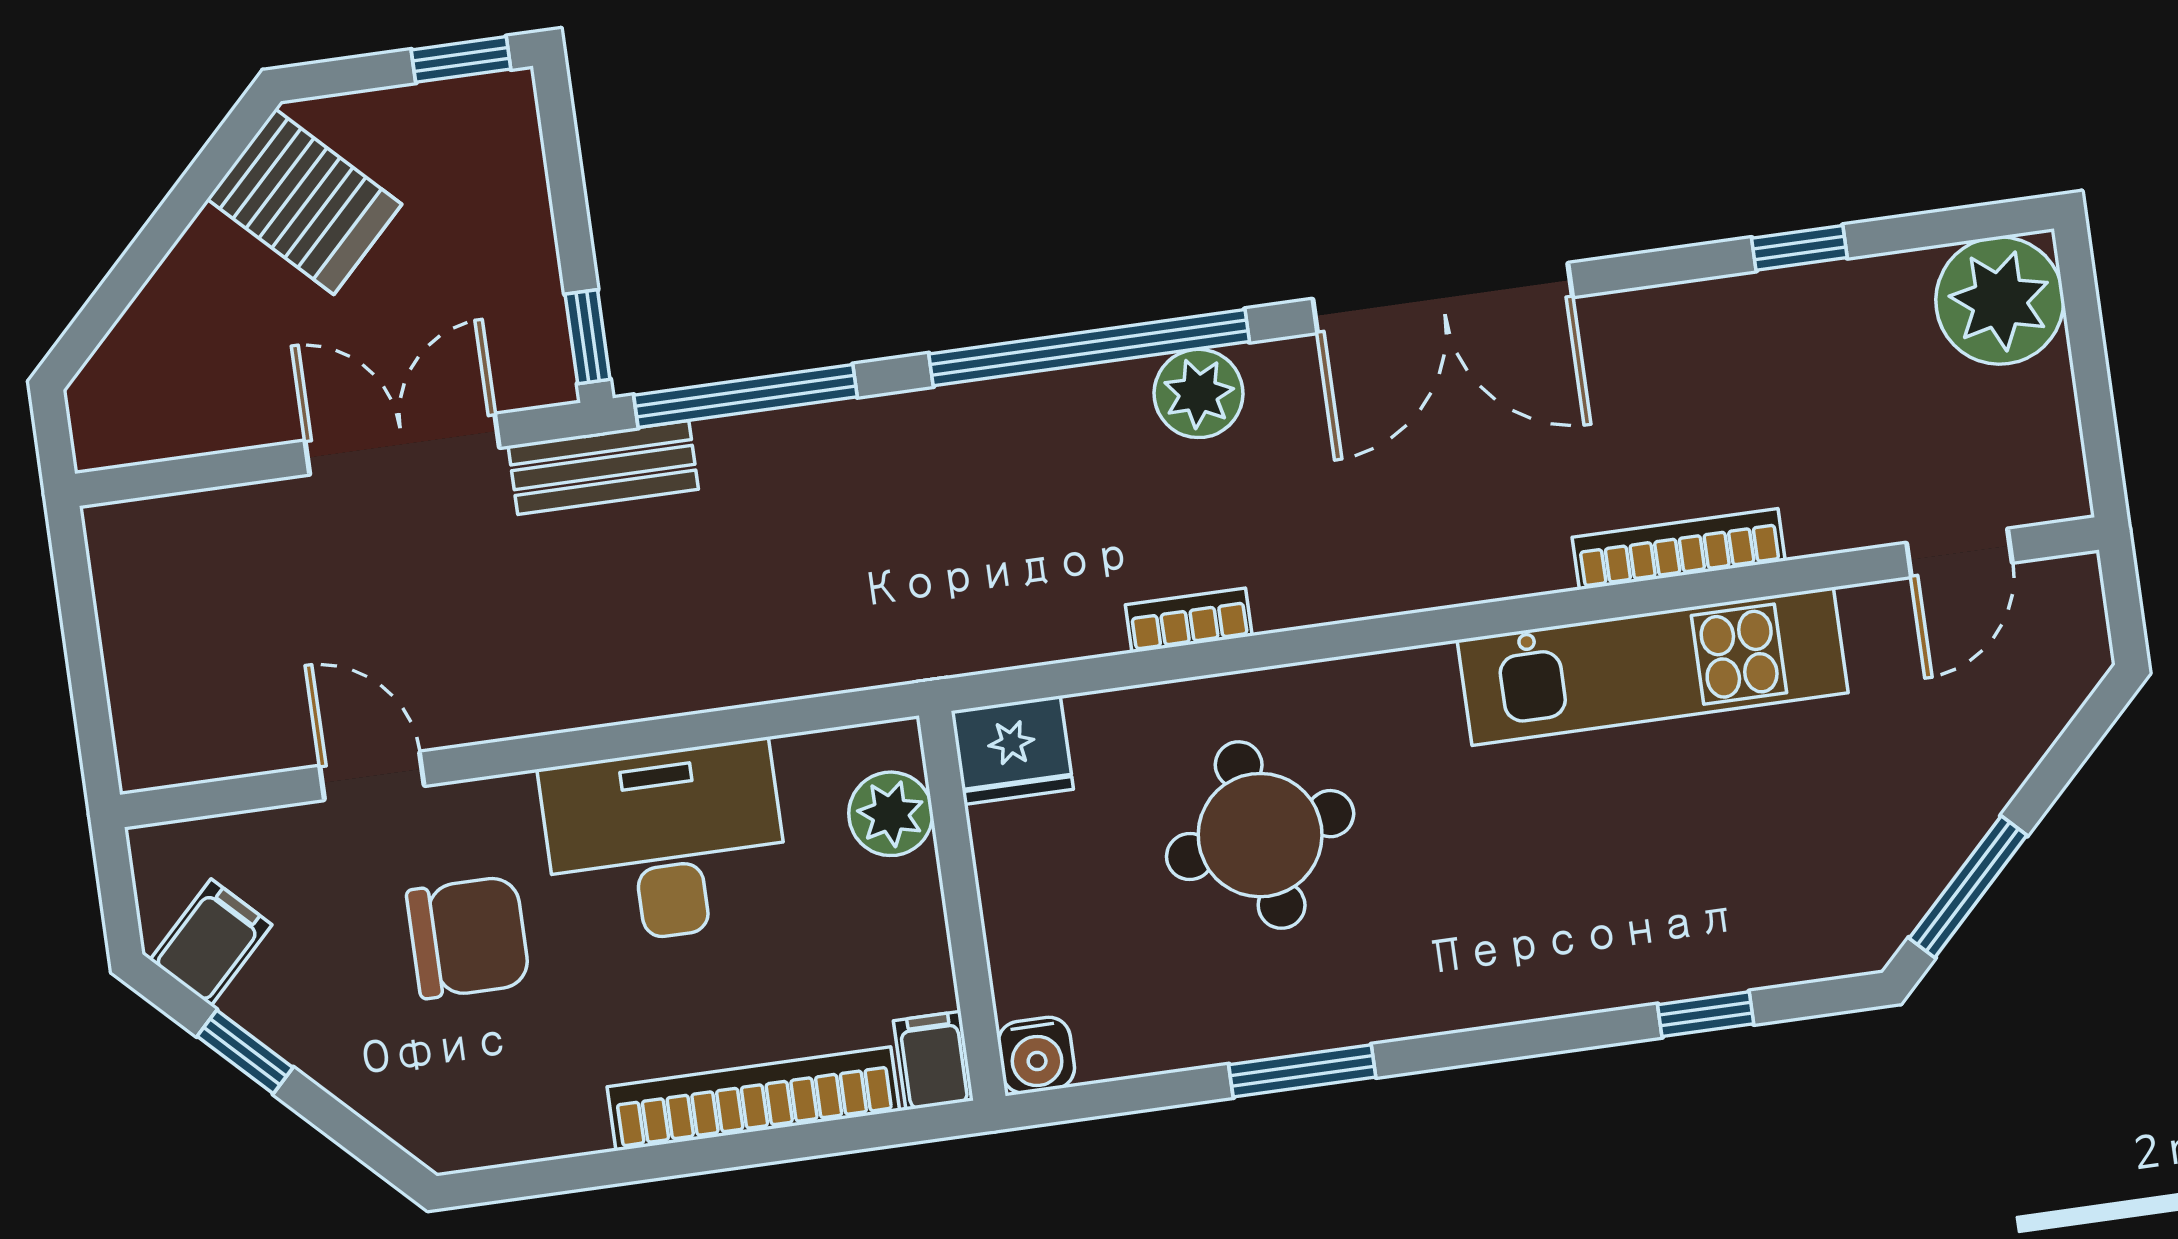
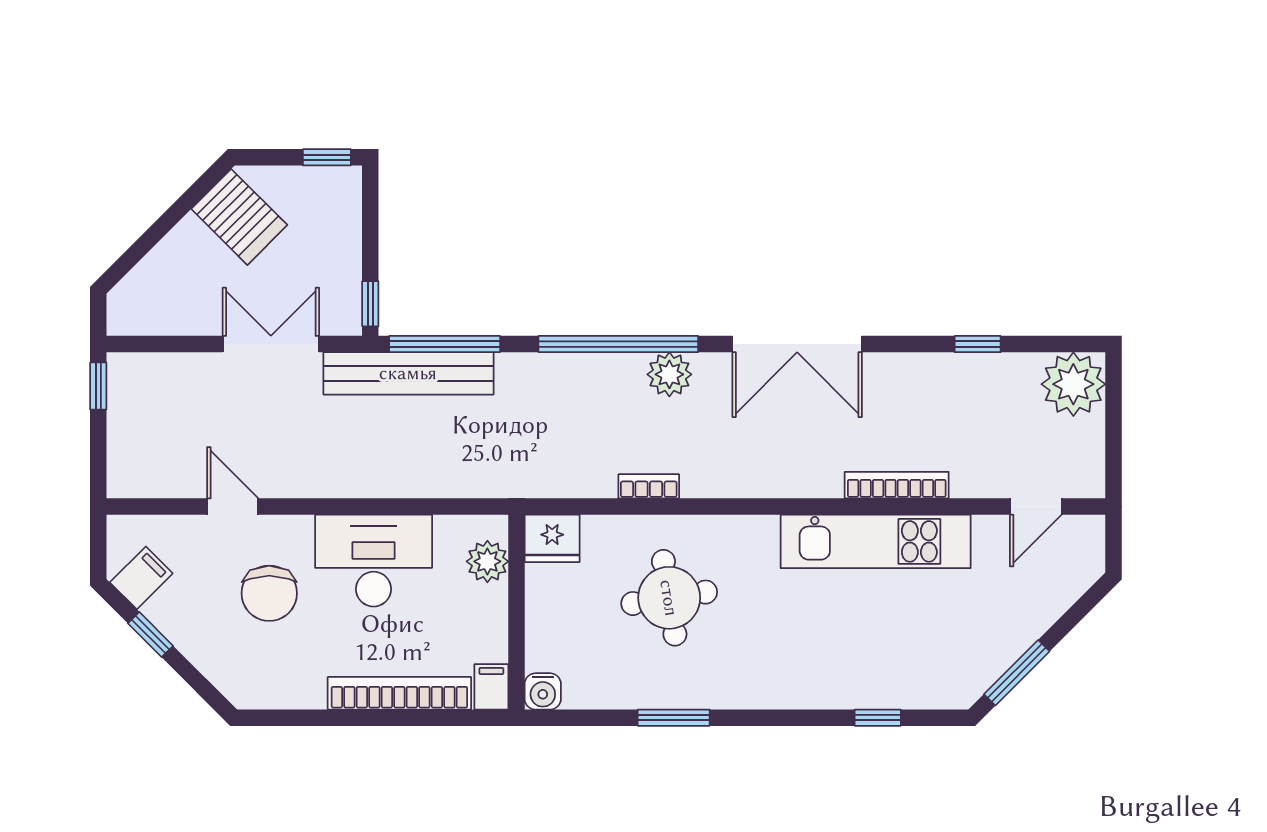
bench: (603, 467) -> (408, 373), width x1.86, depth x1.21
window: (73, 575) -> (98, 386), added
chair: (468, 937) -> (269, 593), turned 90

